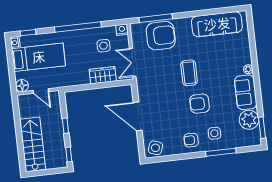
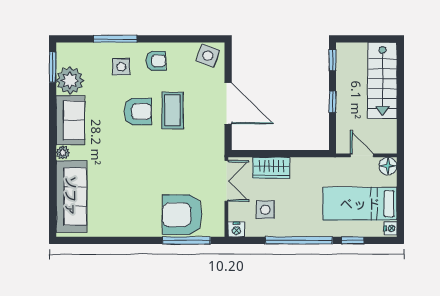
sofa: (217, 24) -> (71, 196), moved, turned 90
window: (28, 33) -> (353, 240), moved
coffee table: (189, 73) -> (173, 111), moved

